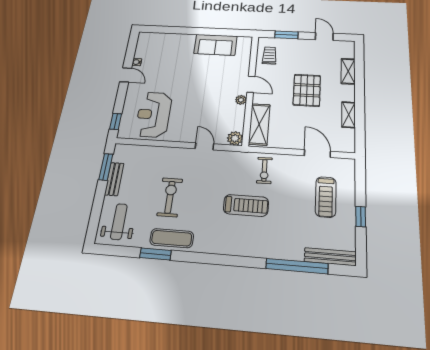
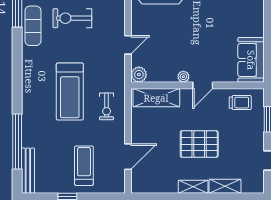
sofa: (215, 45) -> (251, 60), moved
shelving: (349, 115) -> (193, 187), moved
exercise bike: (264, 170) -> (107, 106), turned -89
exercise bike: (170, 197) -> (72, 18), turned 180
treadmill: (326, 197) -> (84, 166), turned 90
treadmill: (246, 205) -> (70, 92), width x1.37, depth x1.38

